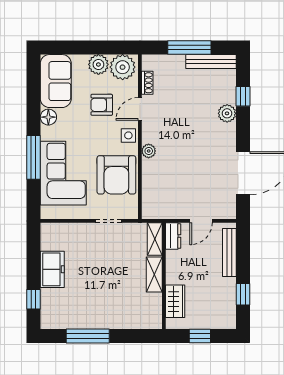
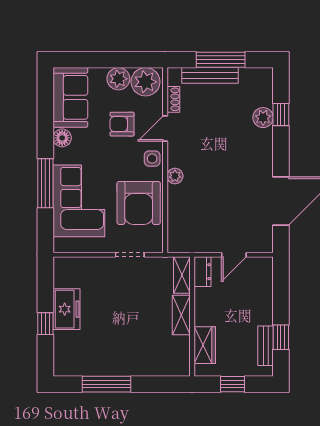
bench: (211, 61) -> (210, 75), moved
plant: (227, 113) -> (263, 118), moved
bench: (229, 252) -> (266, 346), moved, width x0.73
window: (34, 299) -> (45, 324), moved

